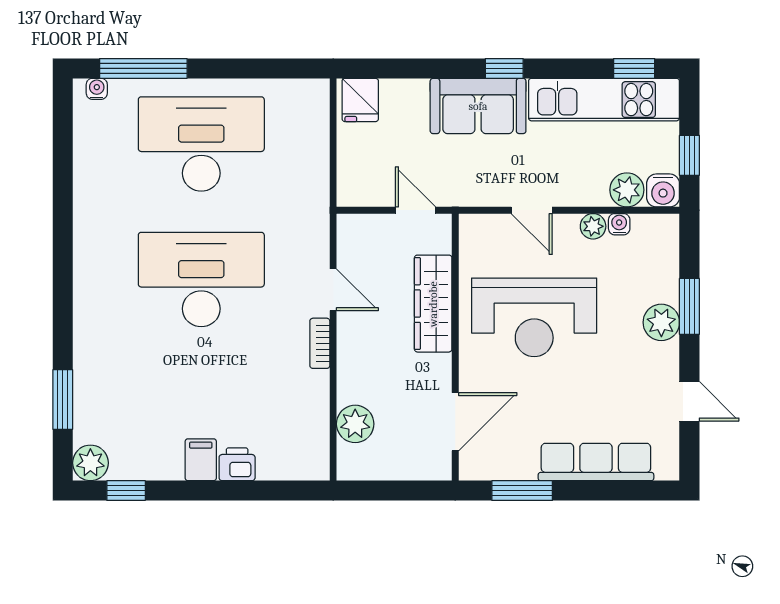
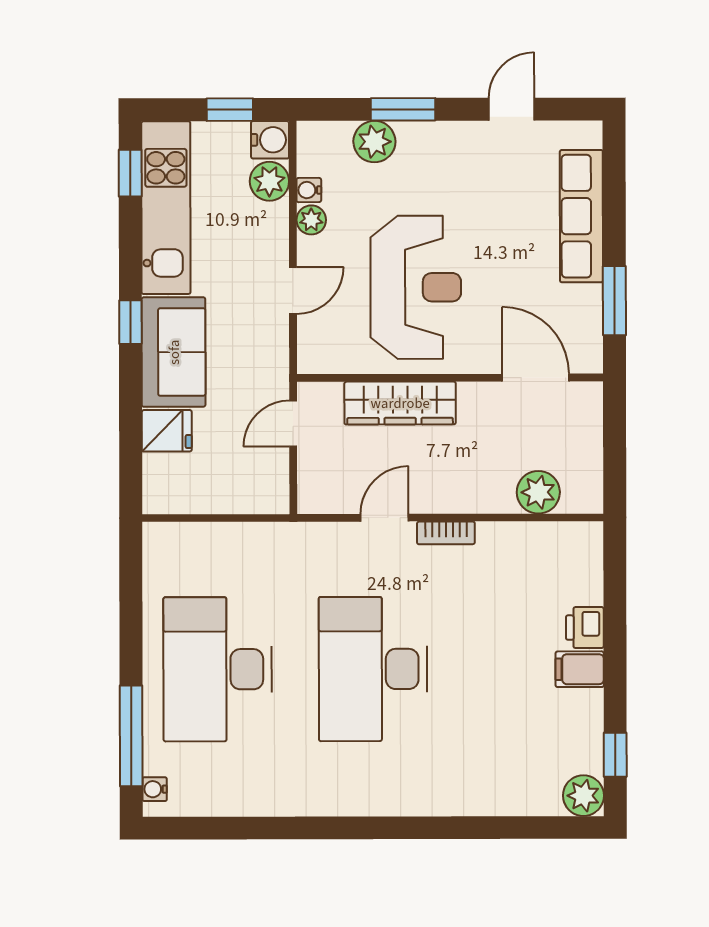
fridge: (360, 100) -> (167, 431), moved
plant: (661, 322) -> (374, 142), moved
window: (63, 399) -> (511, 828), removed

